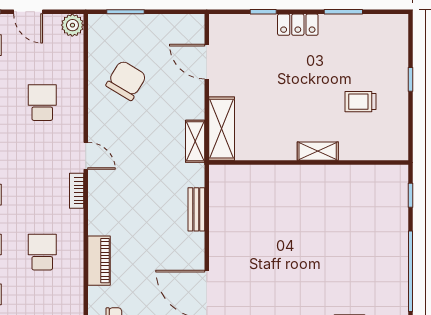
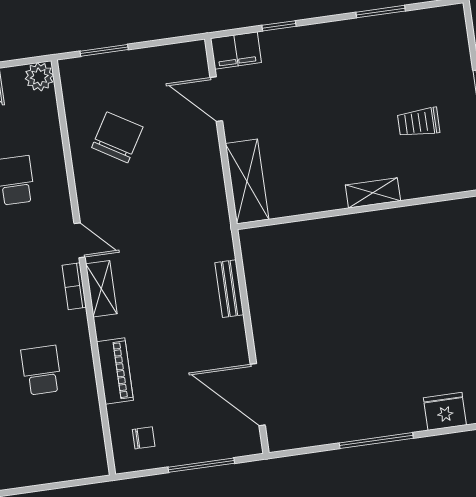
locker: (298, 25) -> (325, 36), removed
filing cabinet: (227, 26) -> (236, 50), added
shelving: (195, 141) -> (101, 289), moved

